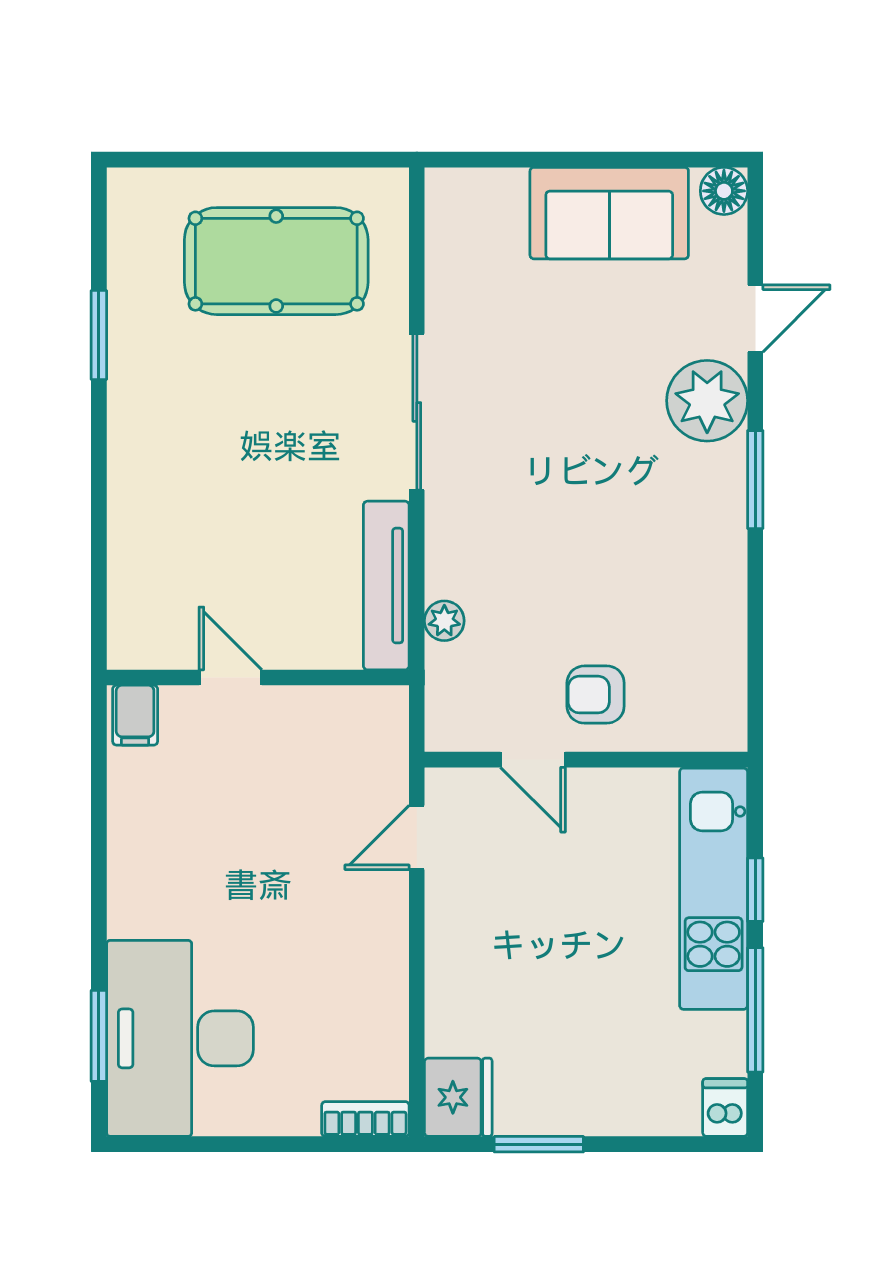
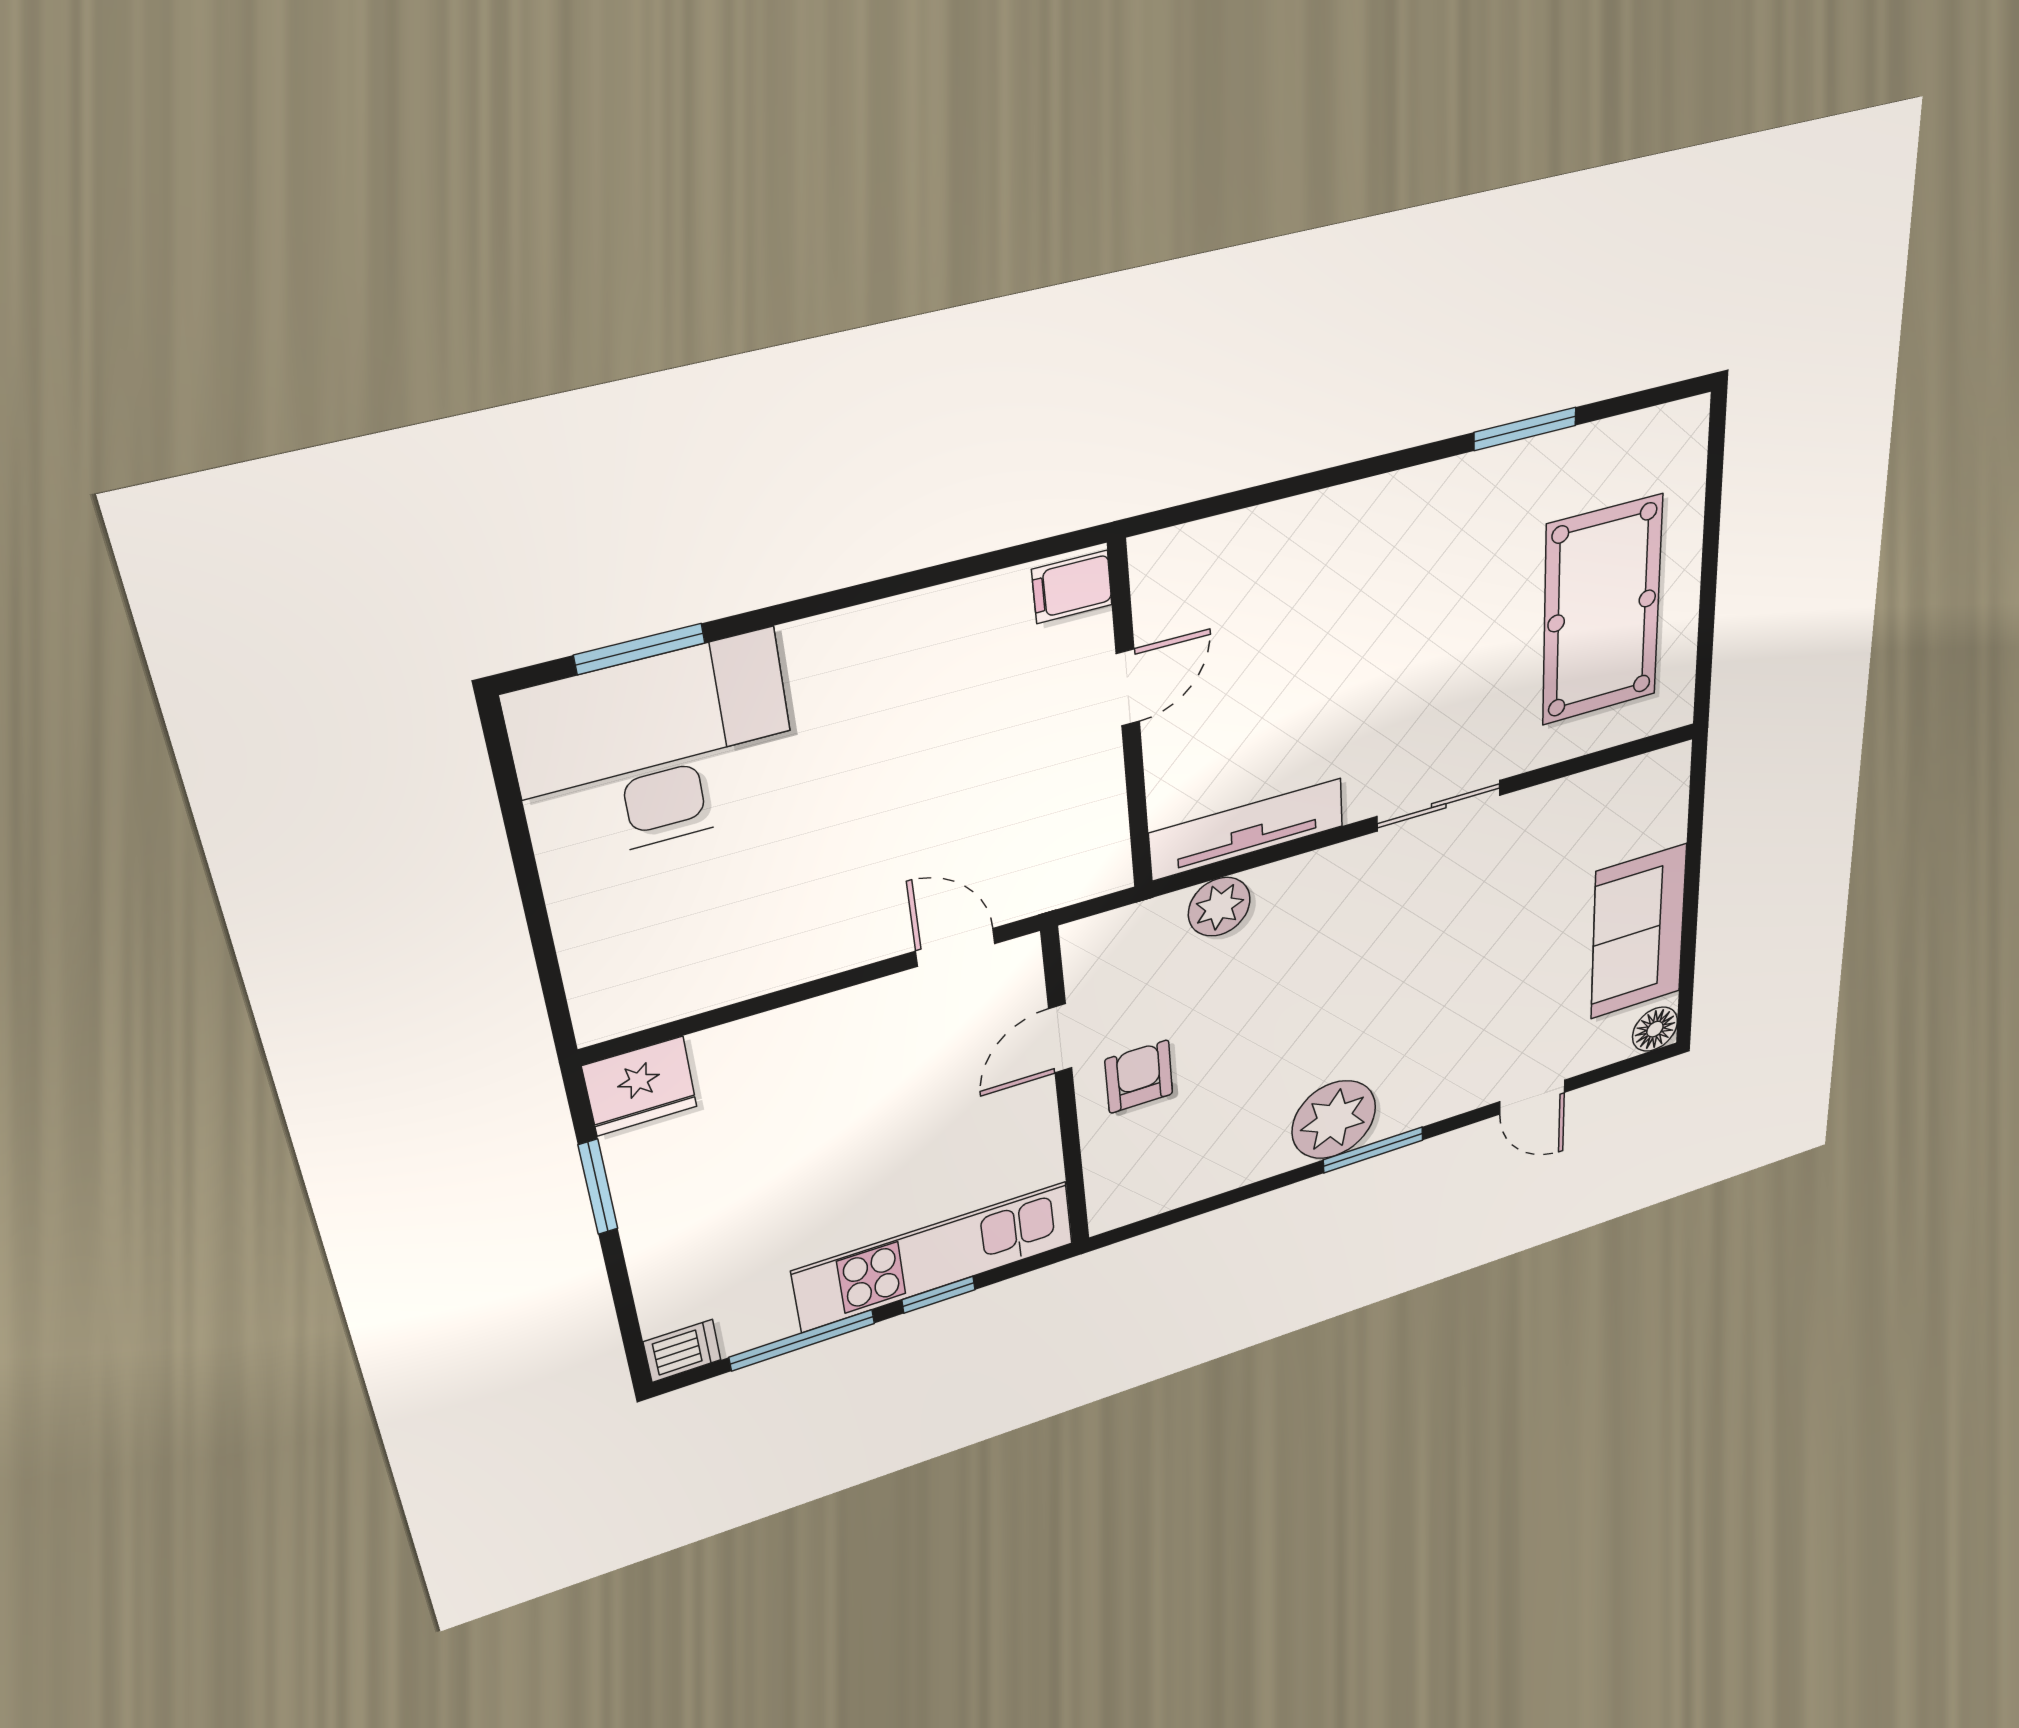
plant: (707, 401) -> (1334, 1120), moved
sliding door: (417, 412) -> (1439, 806), width x0.73
plant: (444, 621) -> (1219, 907), width x1.38, depth x1.38
bookcase: (365, 1119) -> (590, 995), removed

